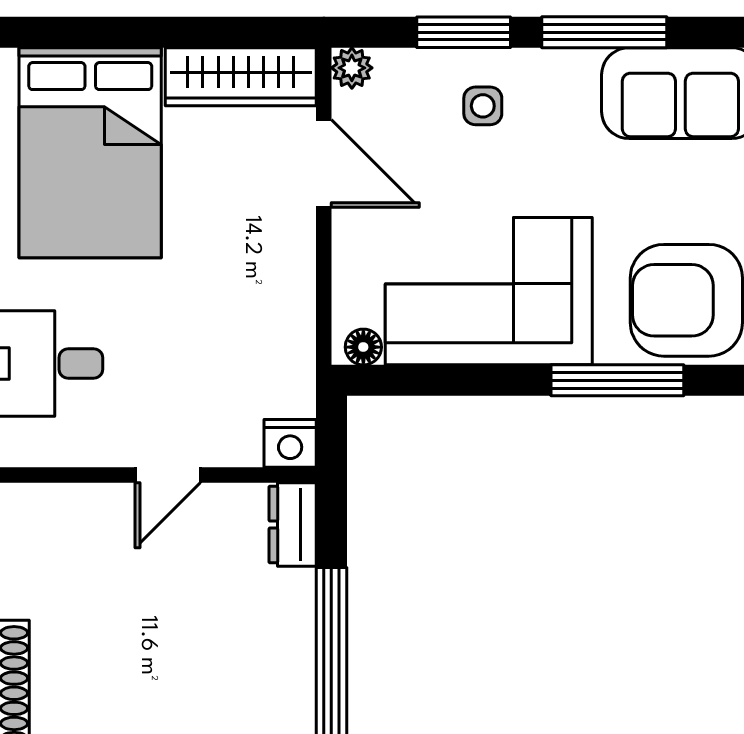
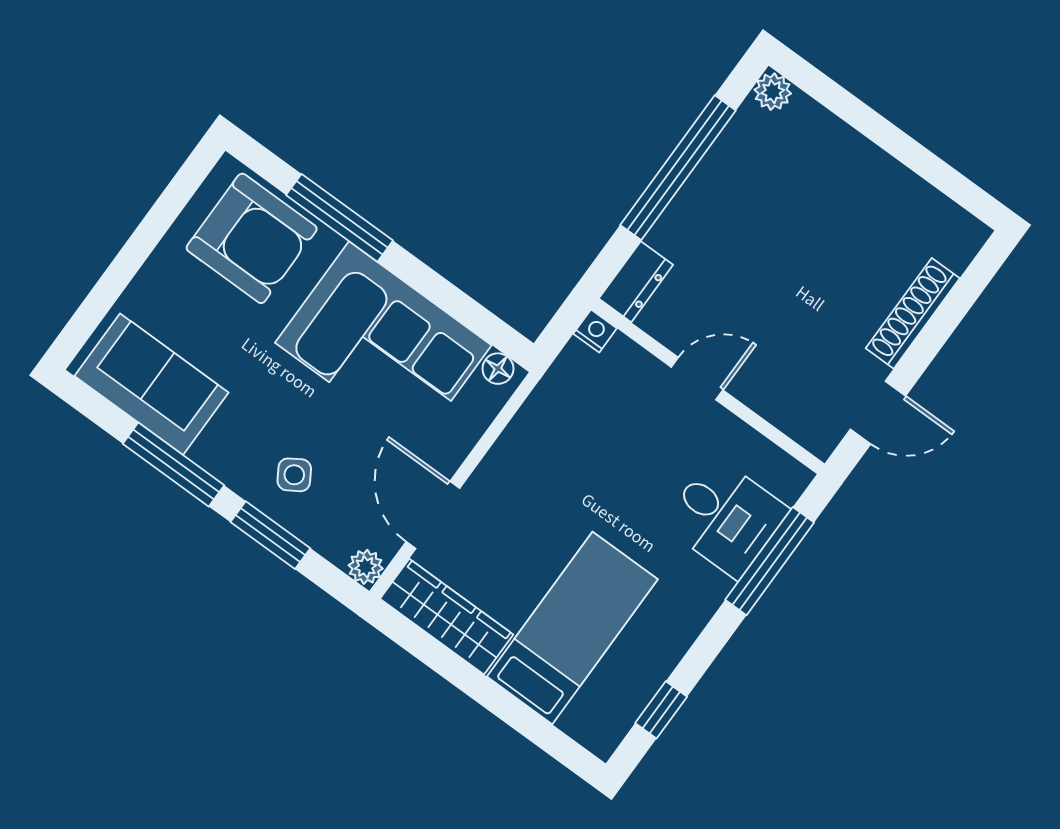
side table: (483, 106) -> (294, 475), turned -32
bed: (90, 153) -> (572, 628), width x0.67
nightstand: (290, 443) -> (595, 331), width x0.72, depth x0.74

